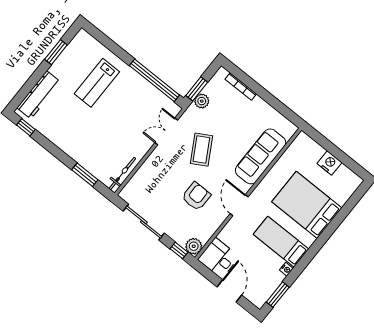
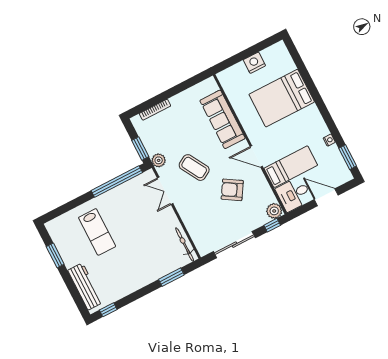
plant: (202, 101) -> (159, 160), moved
armchair: (196, 196) -> (232, 190), turned -58
bed: (281, 242) -> (291, 167), moved, turned 180

